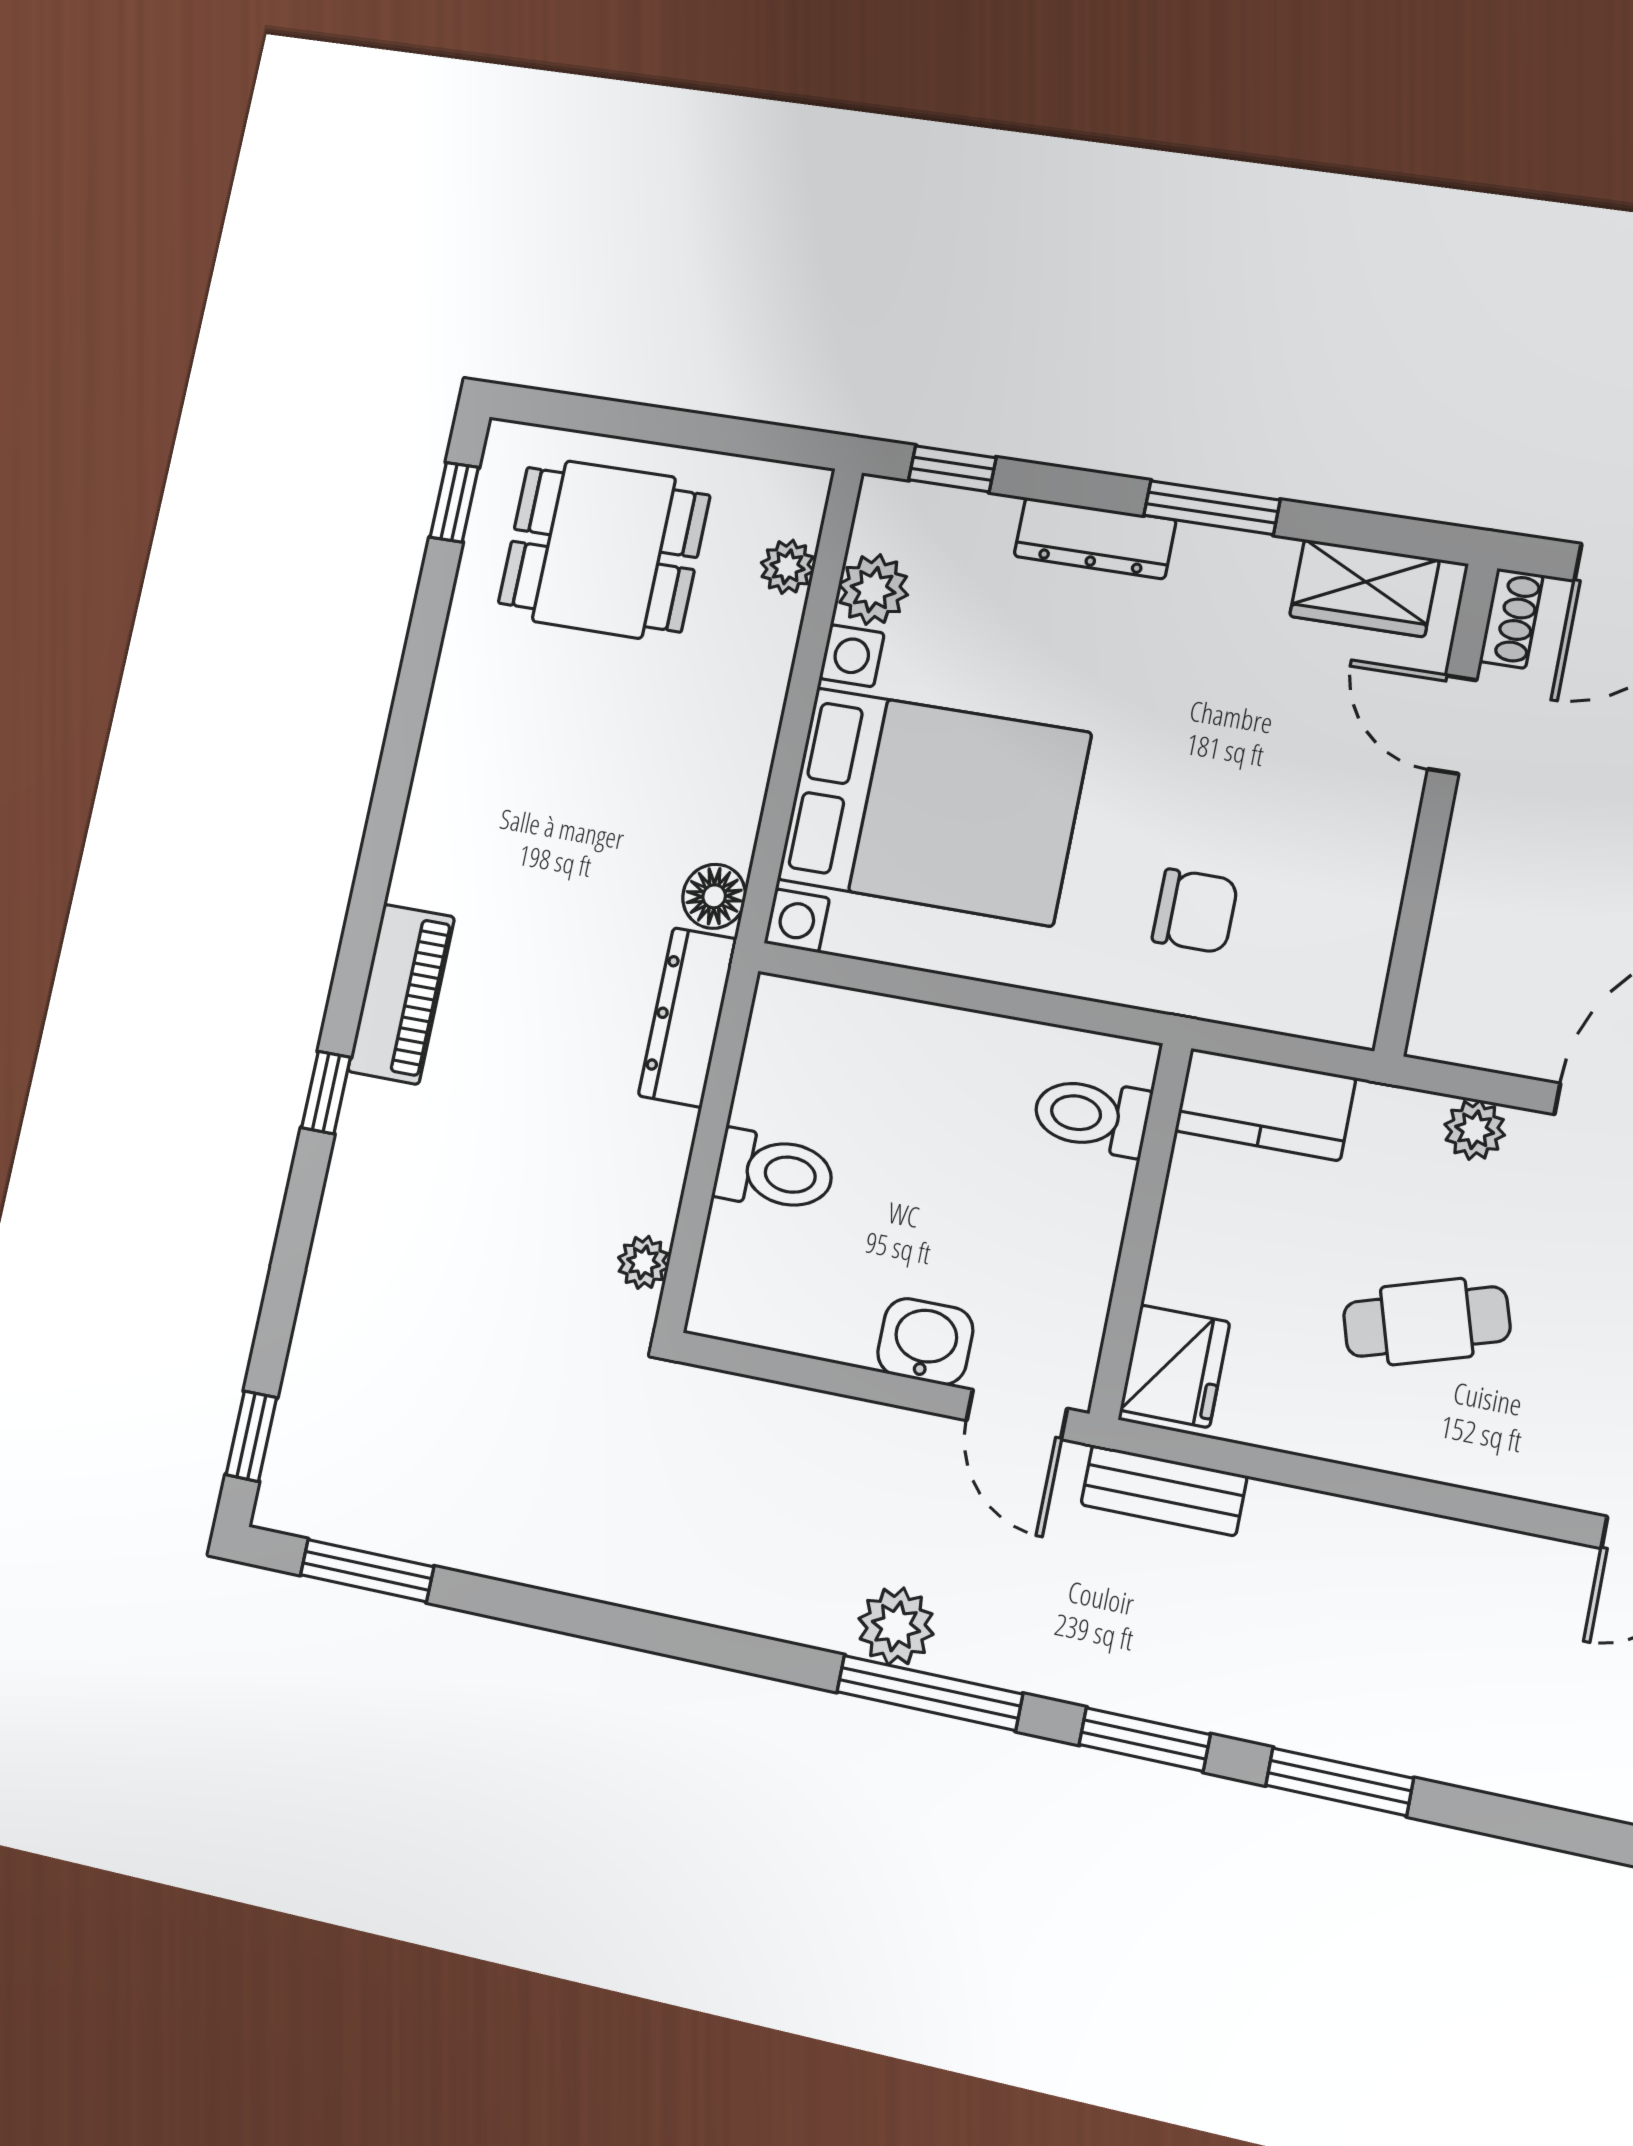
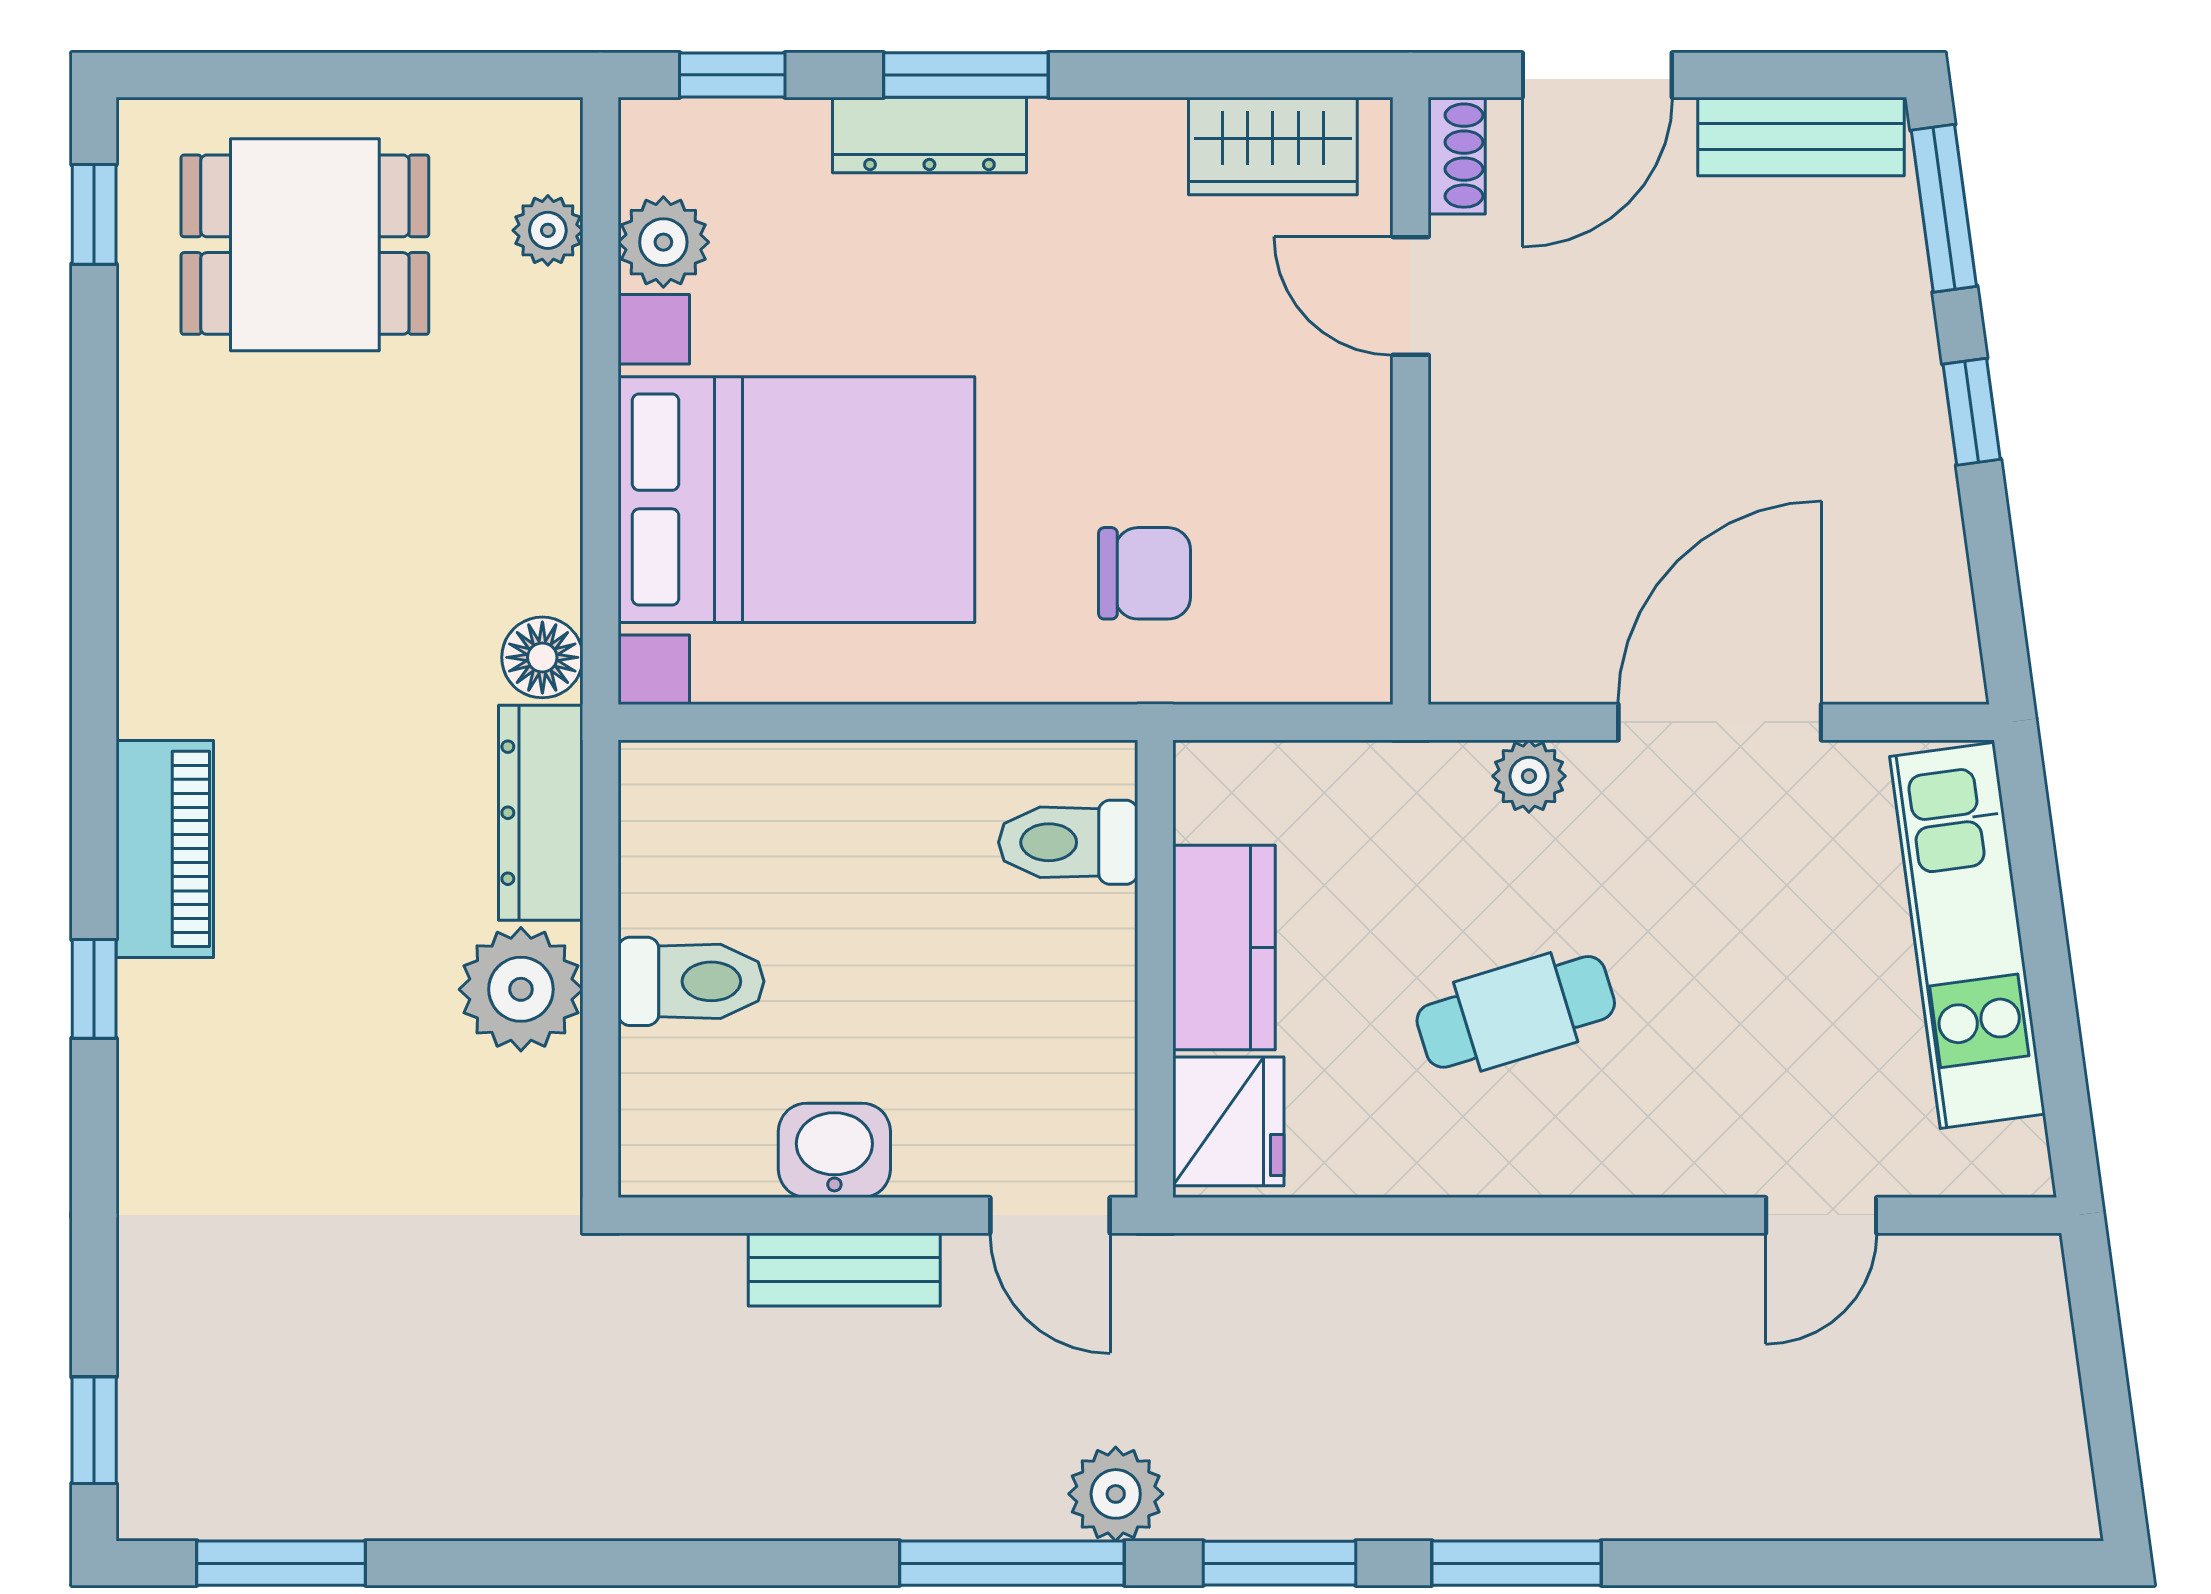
window: (1212, 508) -> (966, 75), moved
kitchen counter: (1265, 1104) -> (1224, 947), moved, turned -90
plant: (643, 1262) -> (521, 989), moved, width x1.87, depth x1.87
washbasin: (925, 1341) -> (834, 1150), moved
bench: (1164, 1490) -> (844, 1269), moved
plant: (896, 1626) -> (1116, 1494), moved

